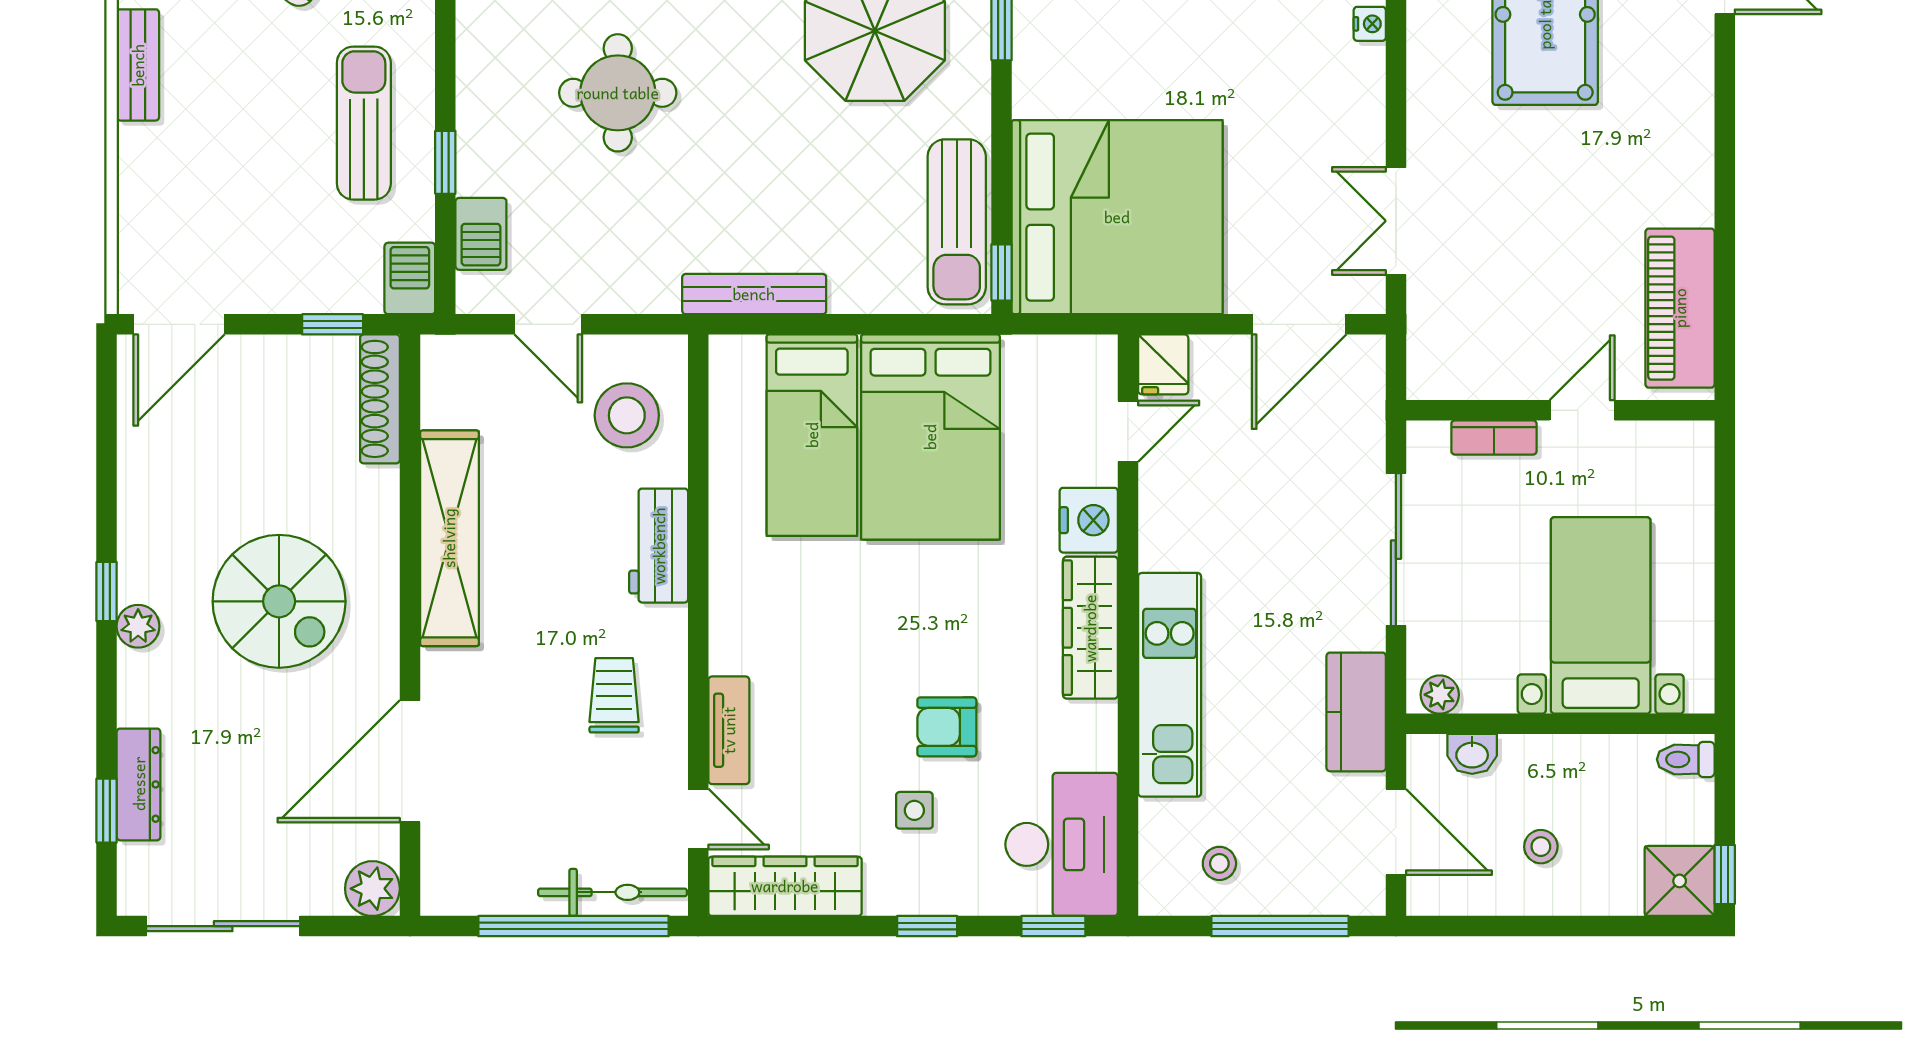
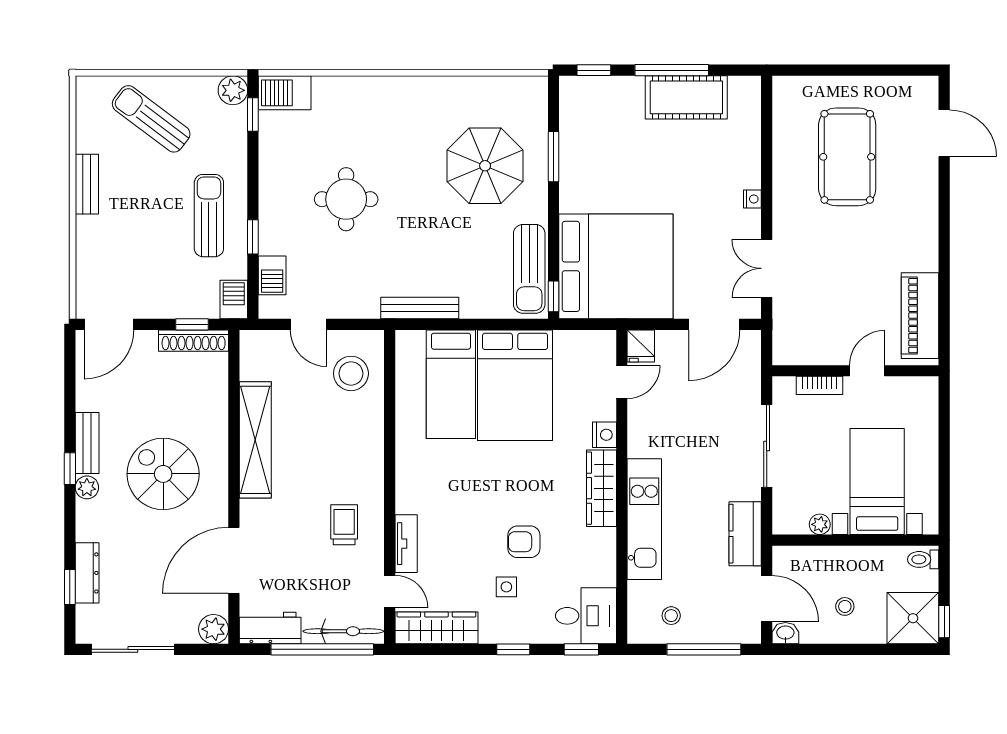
nightstand: (1370, 24) -> (752, 199), moved
shoe rack: (380, 399) -> (194, 341), moved, turned -90
nightstand: (1089, 520) -> (604, 435), width x0.74, depth x0.75
bench: (138, 544) -> (87, 443), added
workbench: (659, 546) -> (270, 628), moved, turned 90
spiral stairs: (279, 601) -> (163, 474), turned 180
plant: (1440, 695) -> (820, 524), moved
washbasin: (1472, 754) -> (785, 633), moved, turned 180
desk: (1062, 844) -> (586, 616), width x0.73
shower: (1680, 881) -> (913, 618), width x1.36, depth x1.36

